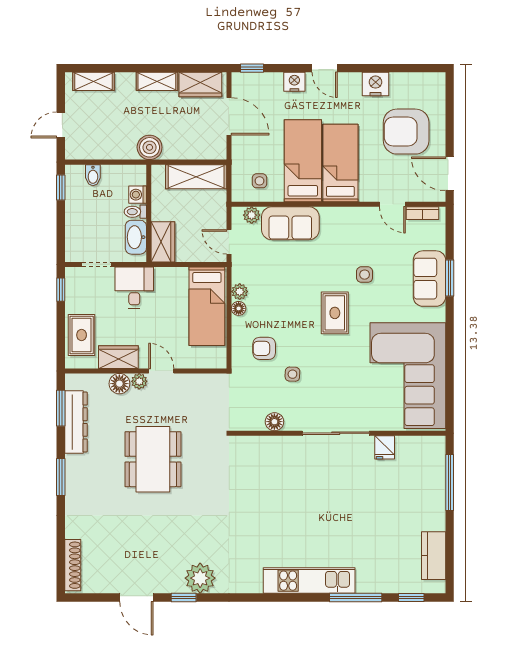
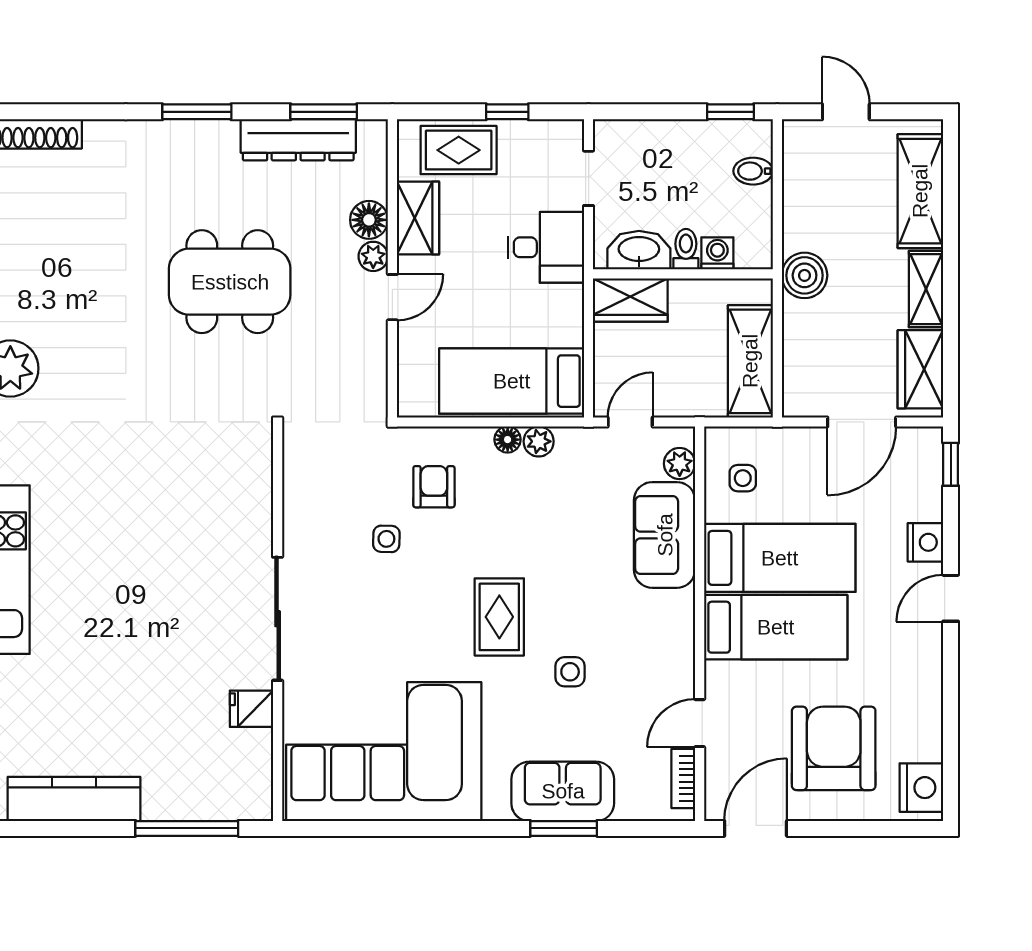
shelving: (94, 81) -> (920, 191), width x1.50, depth x1.33
nightstand: (376, 84) -> (921, 788), moved
window: (61, 290) -> (507, 112), moved
rug: (335, 313) -> (499, 617), turned 90
floor lamp: (274, 422) -> (299, 506), removed
kitchen counter: (434, 556) -> (74, 799), width x1.50

